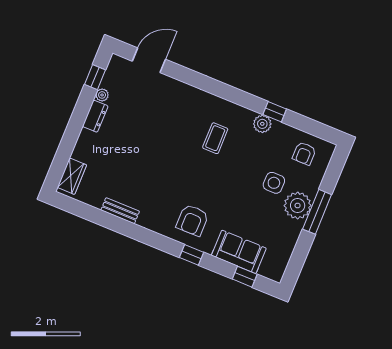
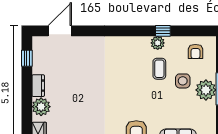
plant: (102, 95) -> (41, 107), moved, width x1.87, depth x1.87
coffee table: (215, 138) -> (159, 69), moved

